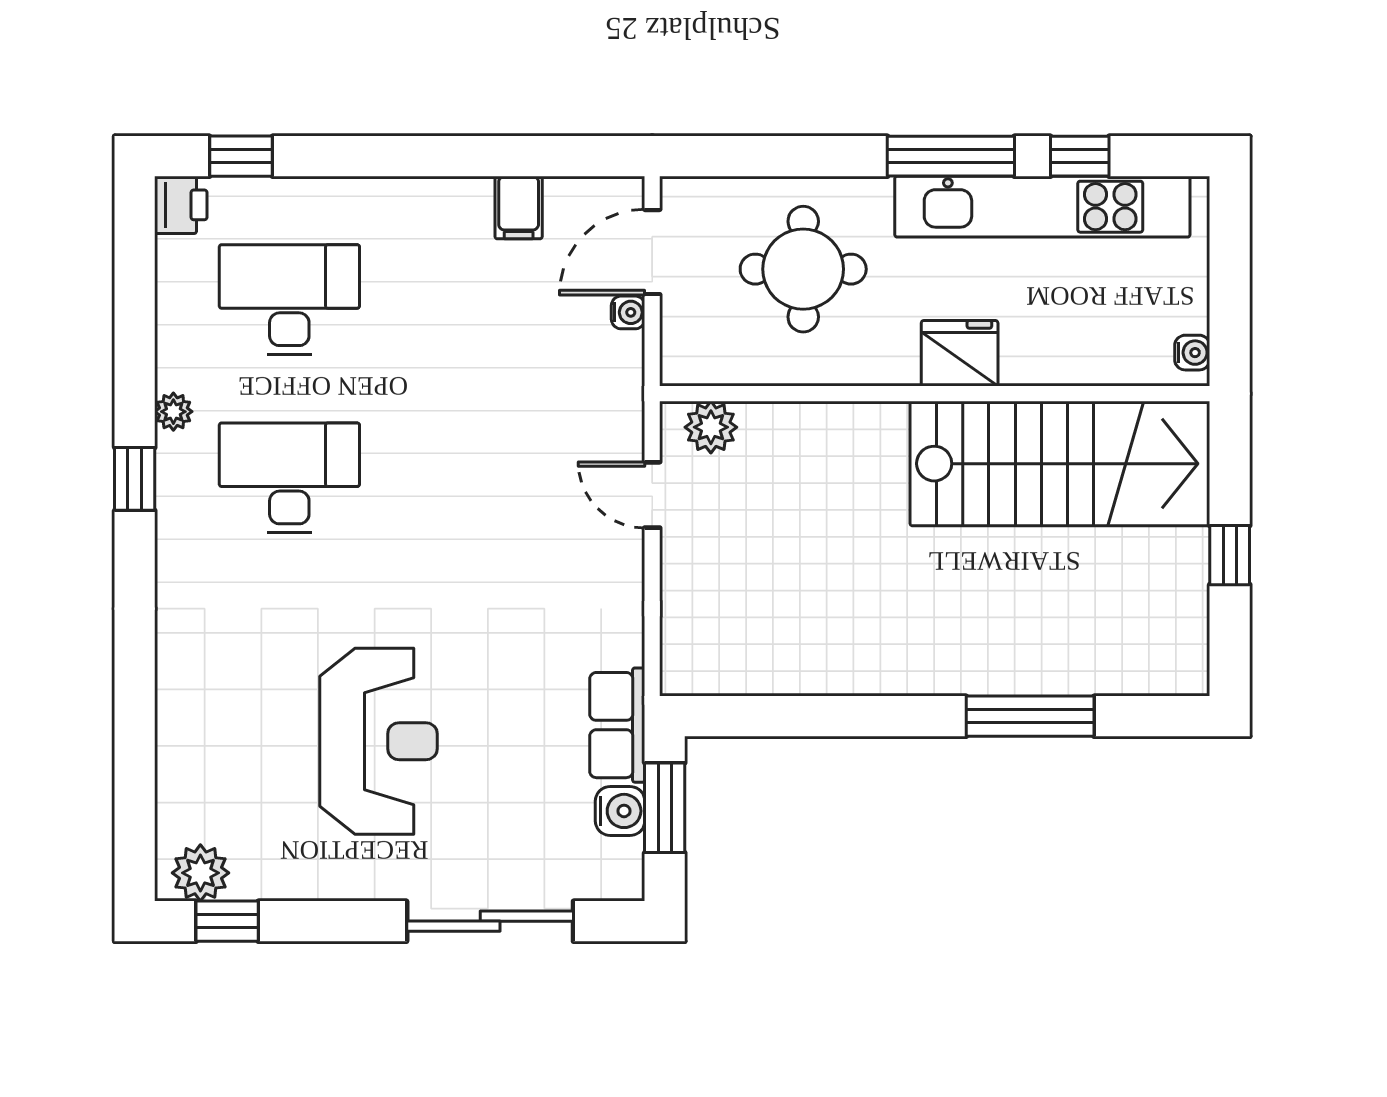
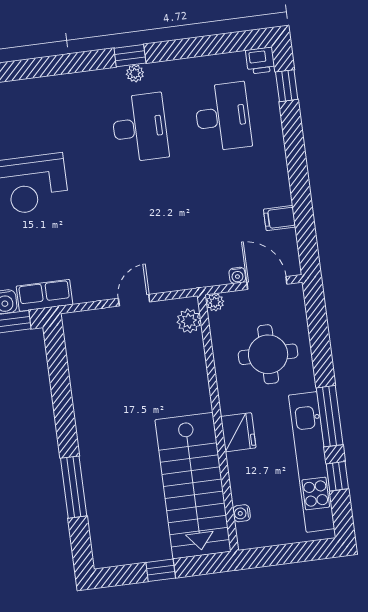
water cooler: (1192, 353) -> (242, 513), moved, turned 90
plant: (679, 367) -> (215, 302), added
plant: (173, 412) -> (135, 73), moved
door: (652, 495) -> (134, 300), moved

